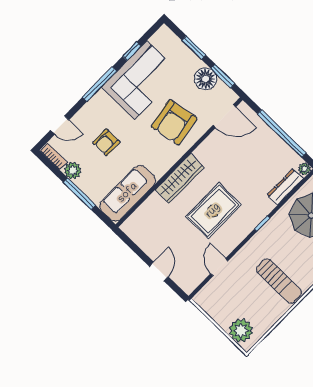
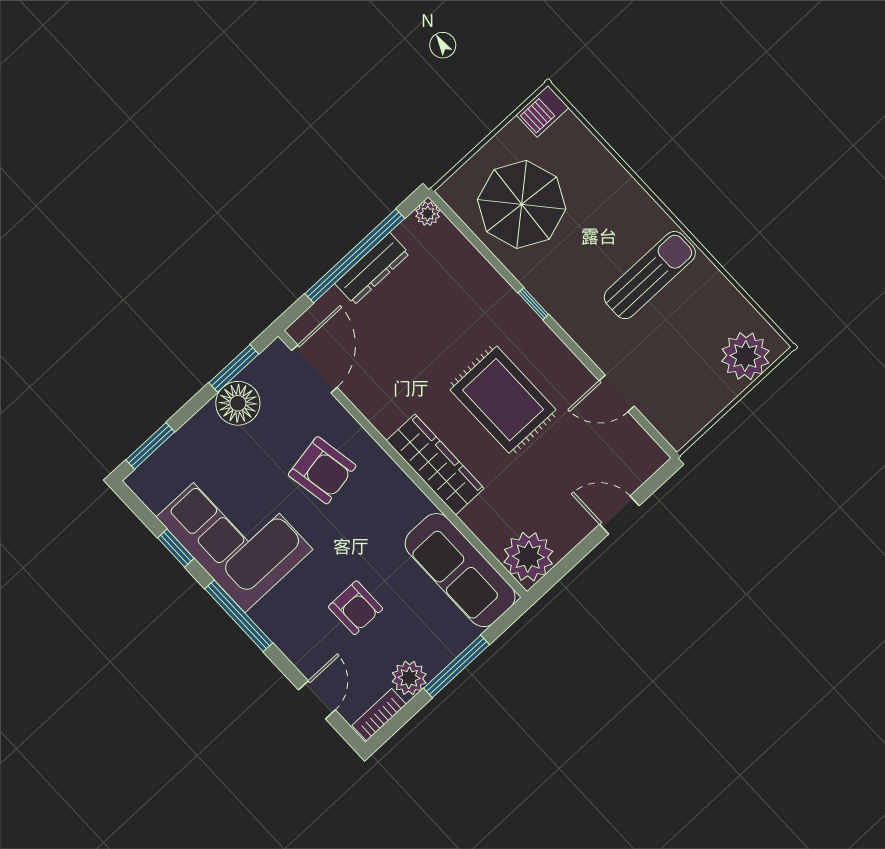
window: (194, 48) -> (150, 446), moved
armchair: (174, 122) -> (322, 470), width x0.73, depth x0.73
dresser: (285, 187) -> (372, 269), moved, turned -90
plant: (136, 227) -> (528, 557), added

